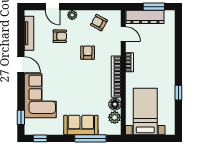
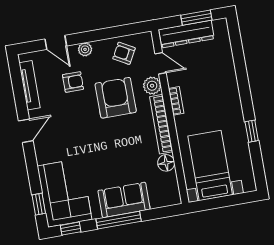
armchair: (88, 53) -> (116, 98), width x1.88, depth x1.88
door: (21, 65) -> (26, 131), hinge flipped
corner sofa: (40, 96) -> (65, 193), moved
plant: (115, 117) -> (152, 86), moved
window: (90, 138) -> (119, 220), moved

